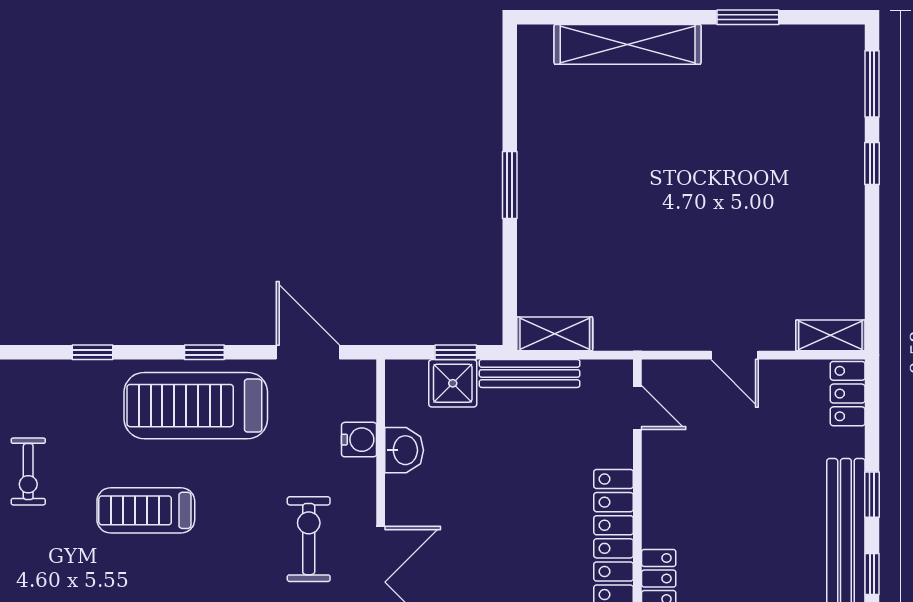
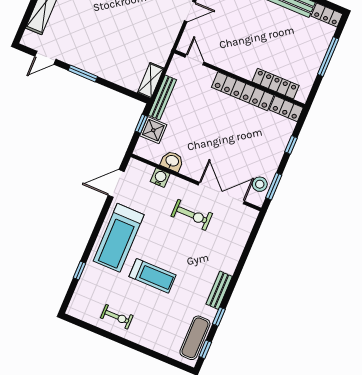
door: (510, 92) -> (45, 58), added
window: (204, 352) -> (99, 225), removed
door: (637, 408) -> (195, 60), hinge flipped
treadmill: (146, 510) -> (153, 276), turned -90
exercise bike: (309, 539) -> (192, 215), turned 180

